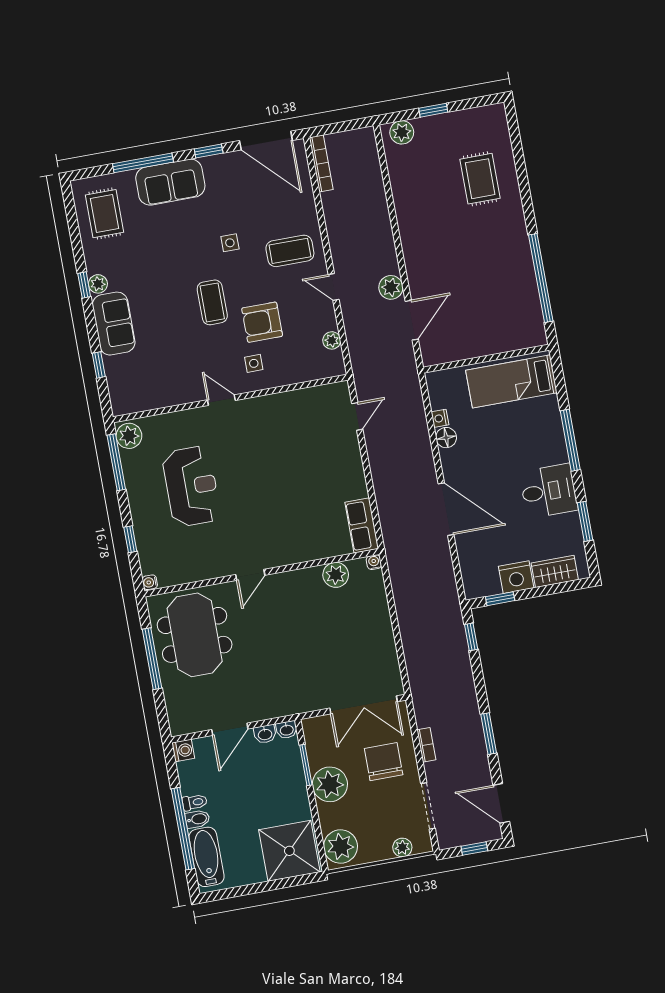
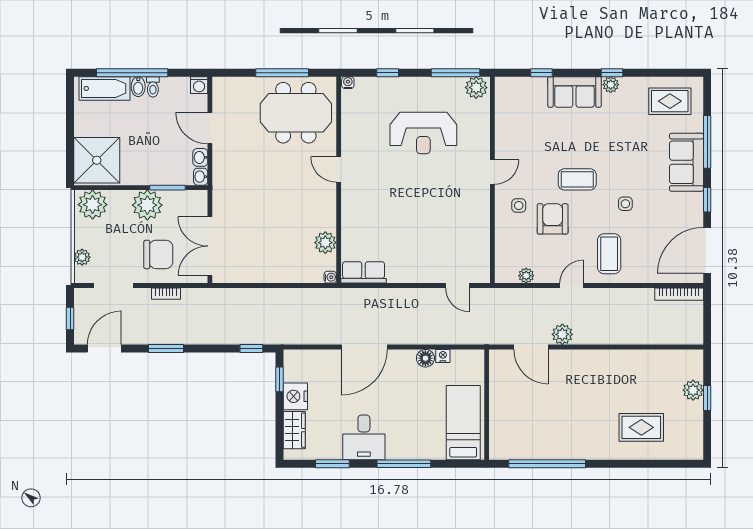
plant: (402, 132) -> (693, 390), moved

